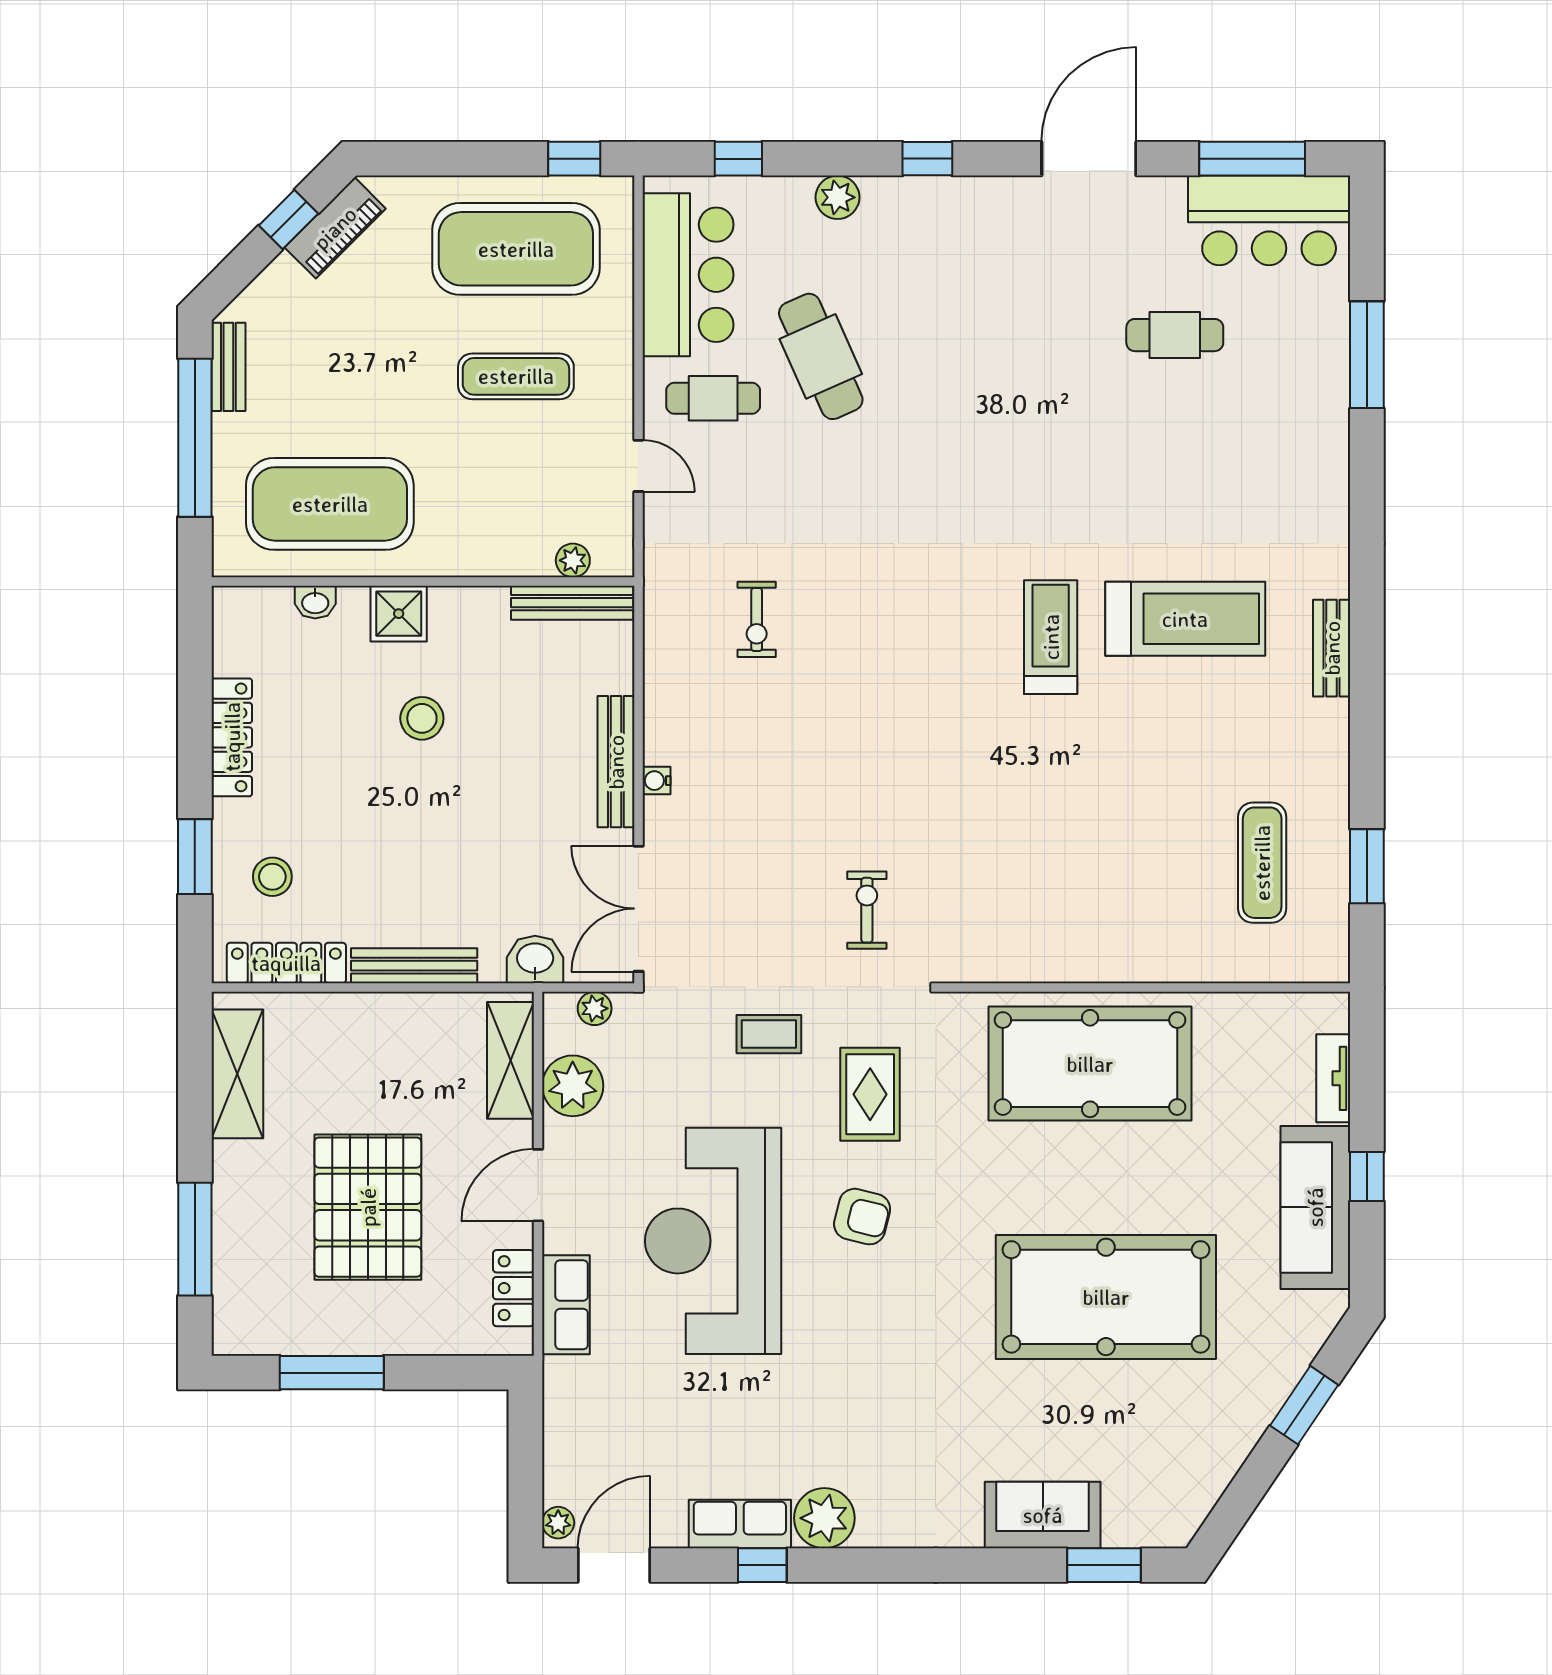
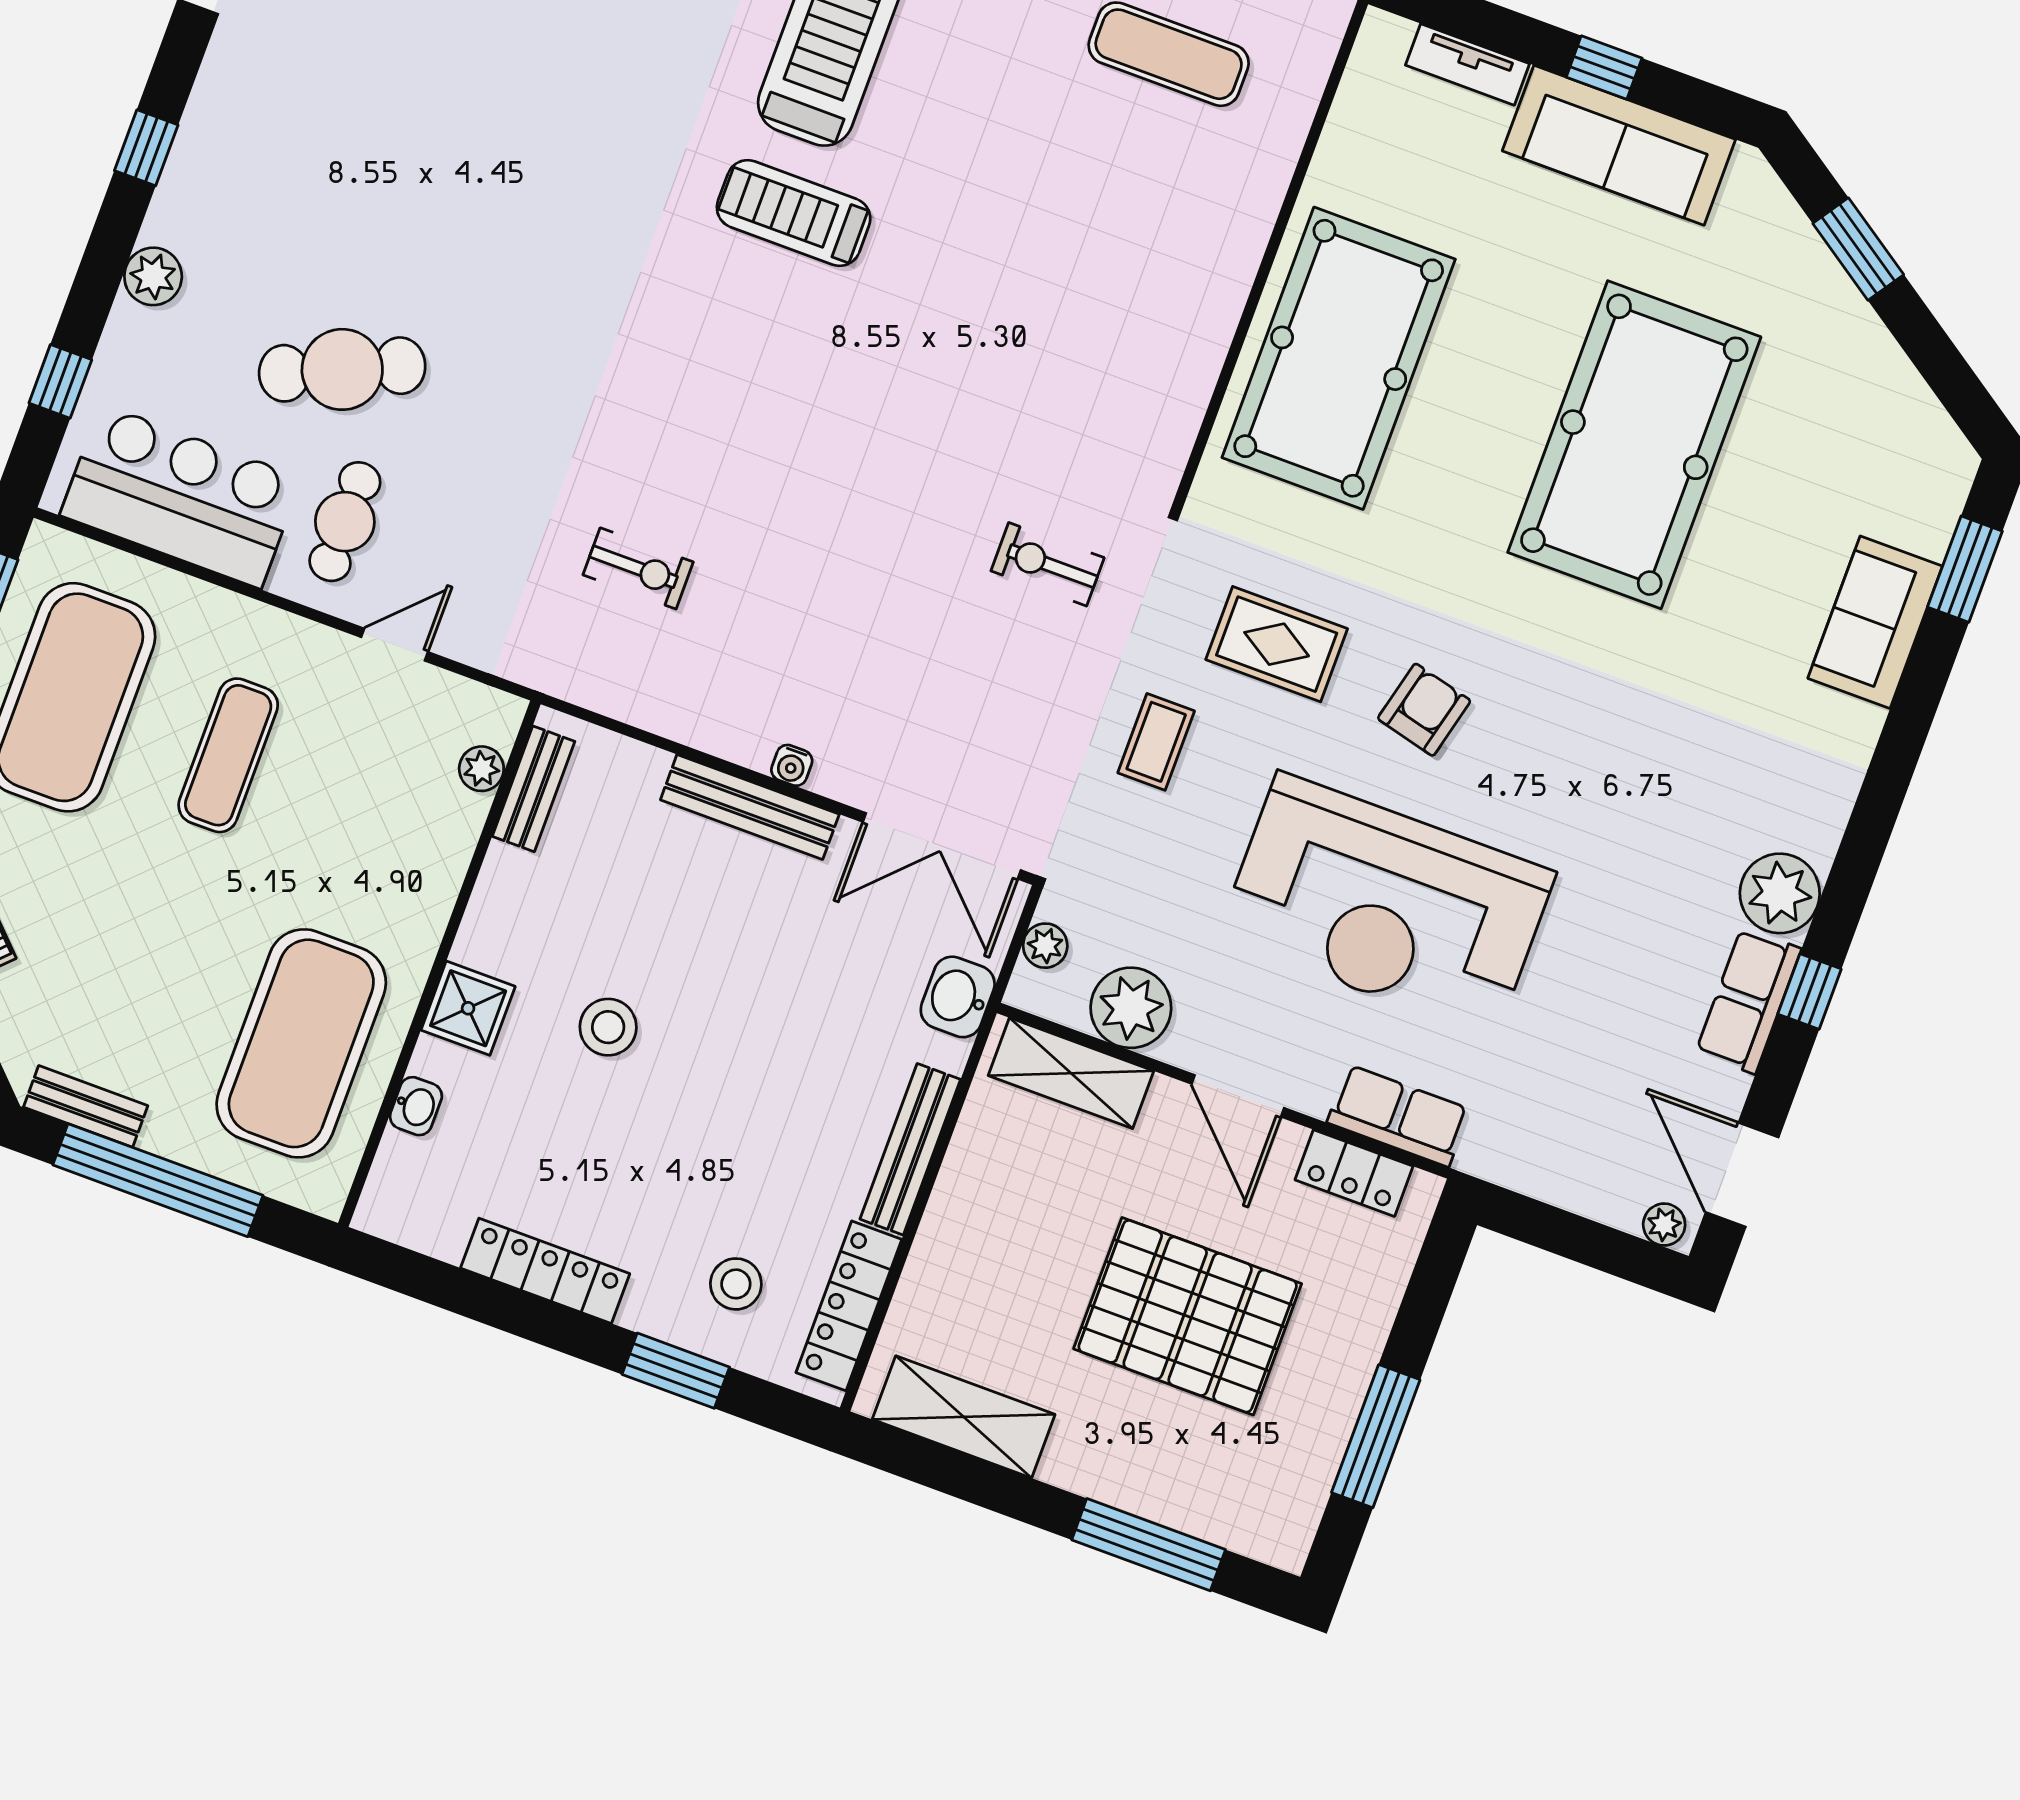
bench: (572, 603) -> (534, 789), width x0.73

